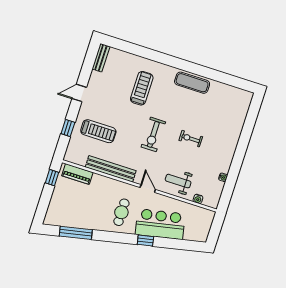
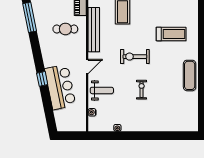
weight bench: (178, 181) -> (102, 90), turned 90
cafe table: (121, 212) -> (65, 29), moved

